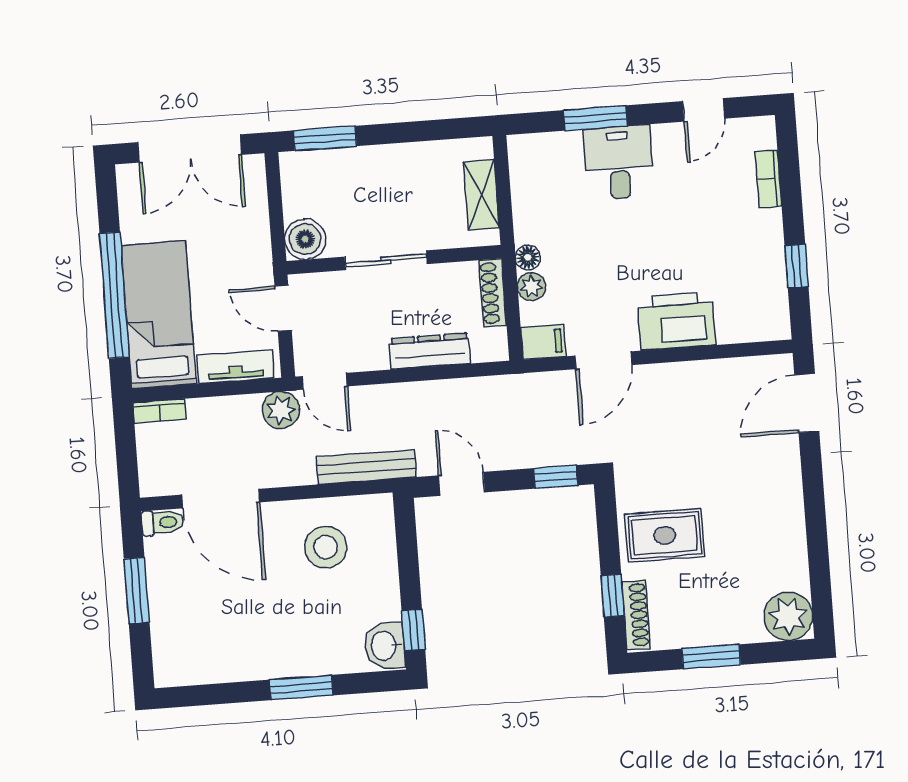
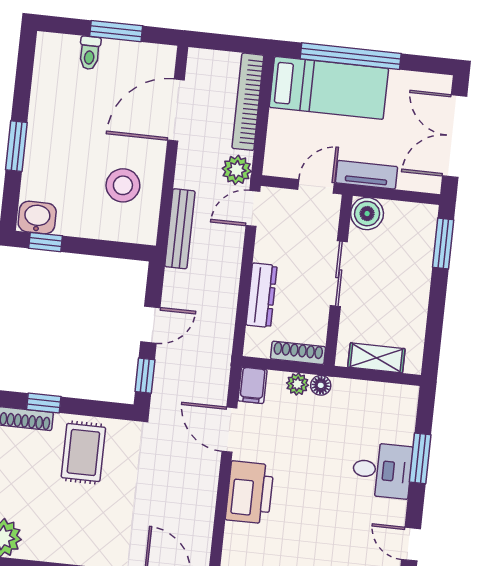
tv unit: (236, 367) -> (367, 175), moved, turned -90
bookcase: (160, 411) -> (248, 102), width x2.31, depth x1.31
door: (462, 484) -> (150, 325), moved
toilet: (162, 522) -> (90, 53), moved

